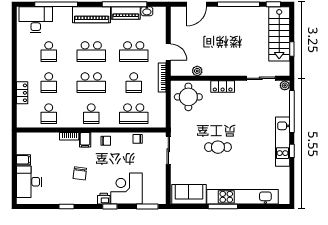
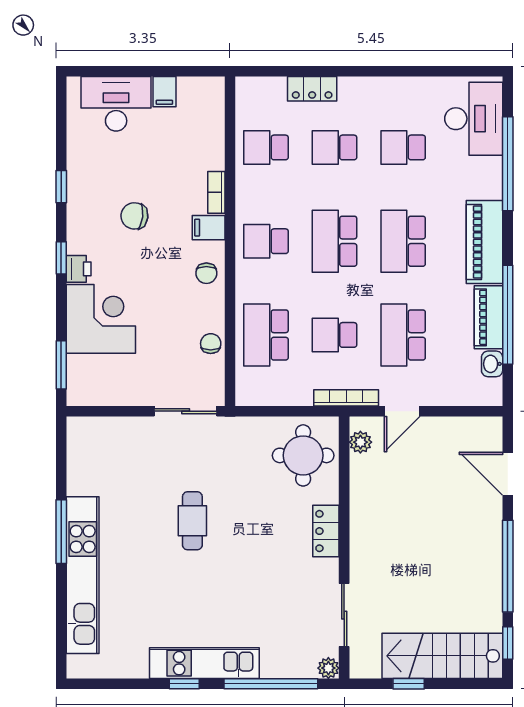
plant: (197, 71) -> (360, 442), moved
sofa: (189, 194) -> (88, 457), removed
window: (110, 207) -> (61, 258), moved

